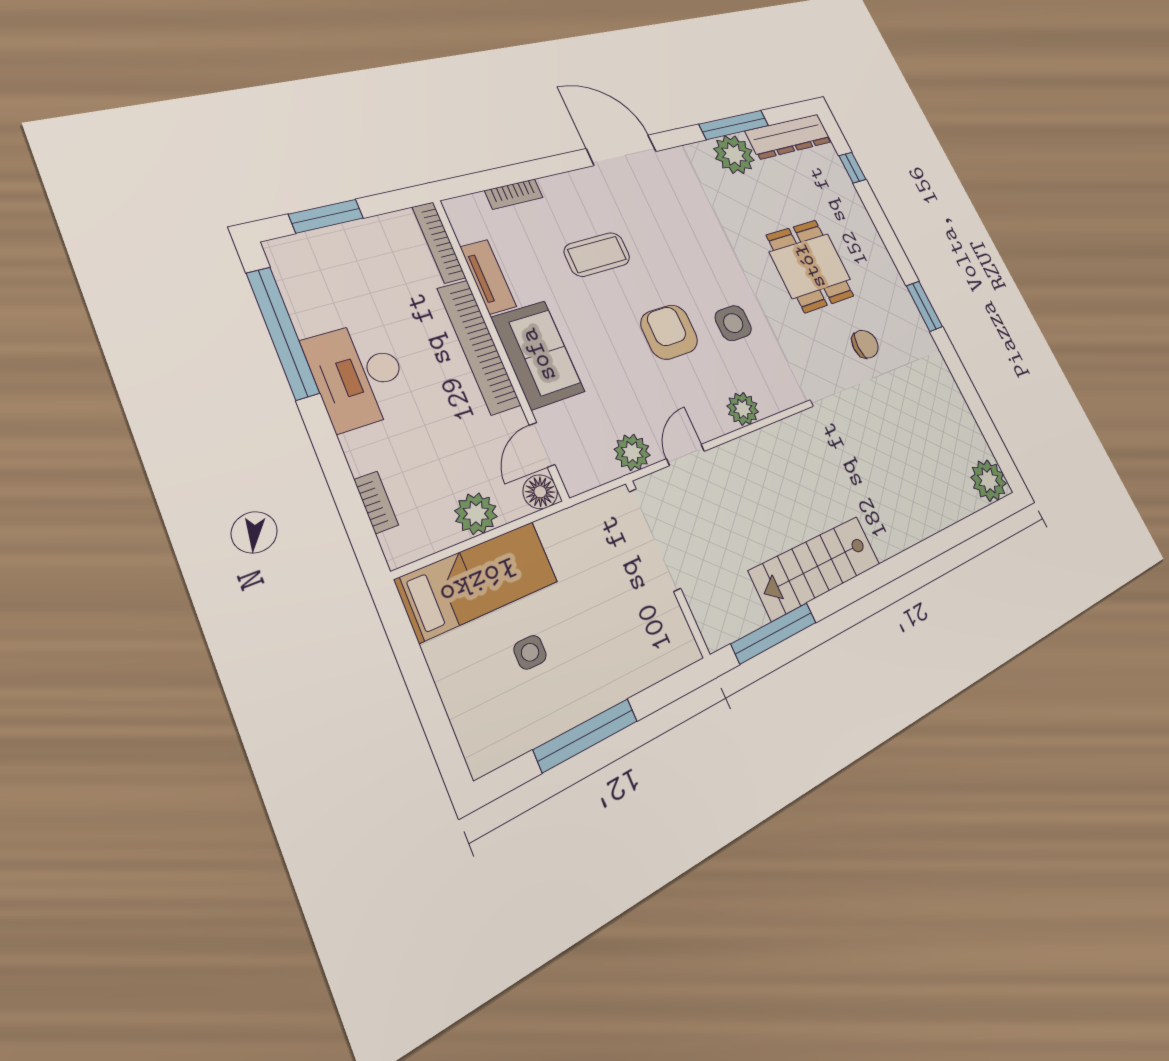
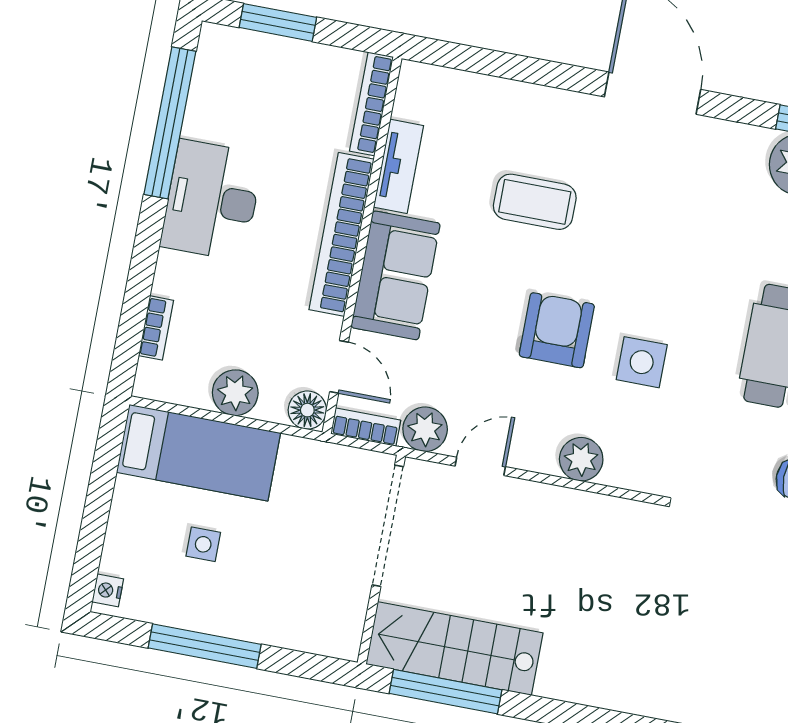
bookcase: (514, 194) -> (366, 427), moved, turned 180
door: (542, 445) -> (339, 367), swing flipped
stairs: (815, 567) -> (454, 649), moved
nightstand: (476, 751) -> (108, 590), added

